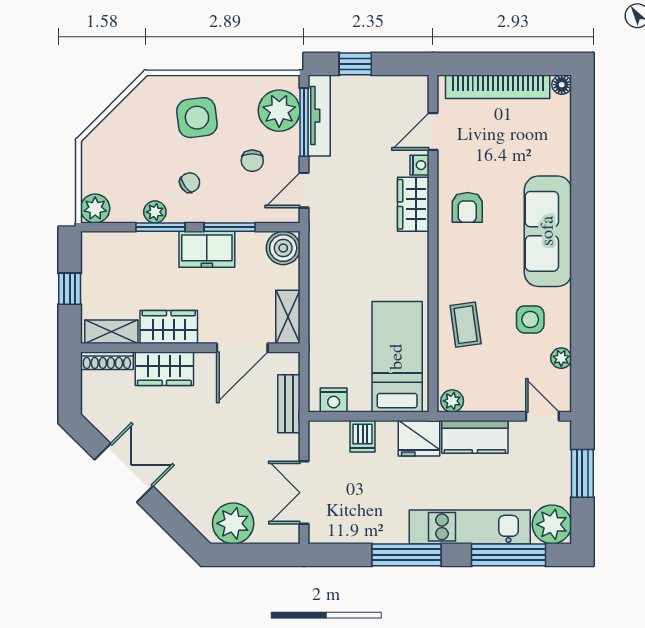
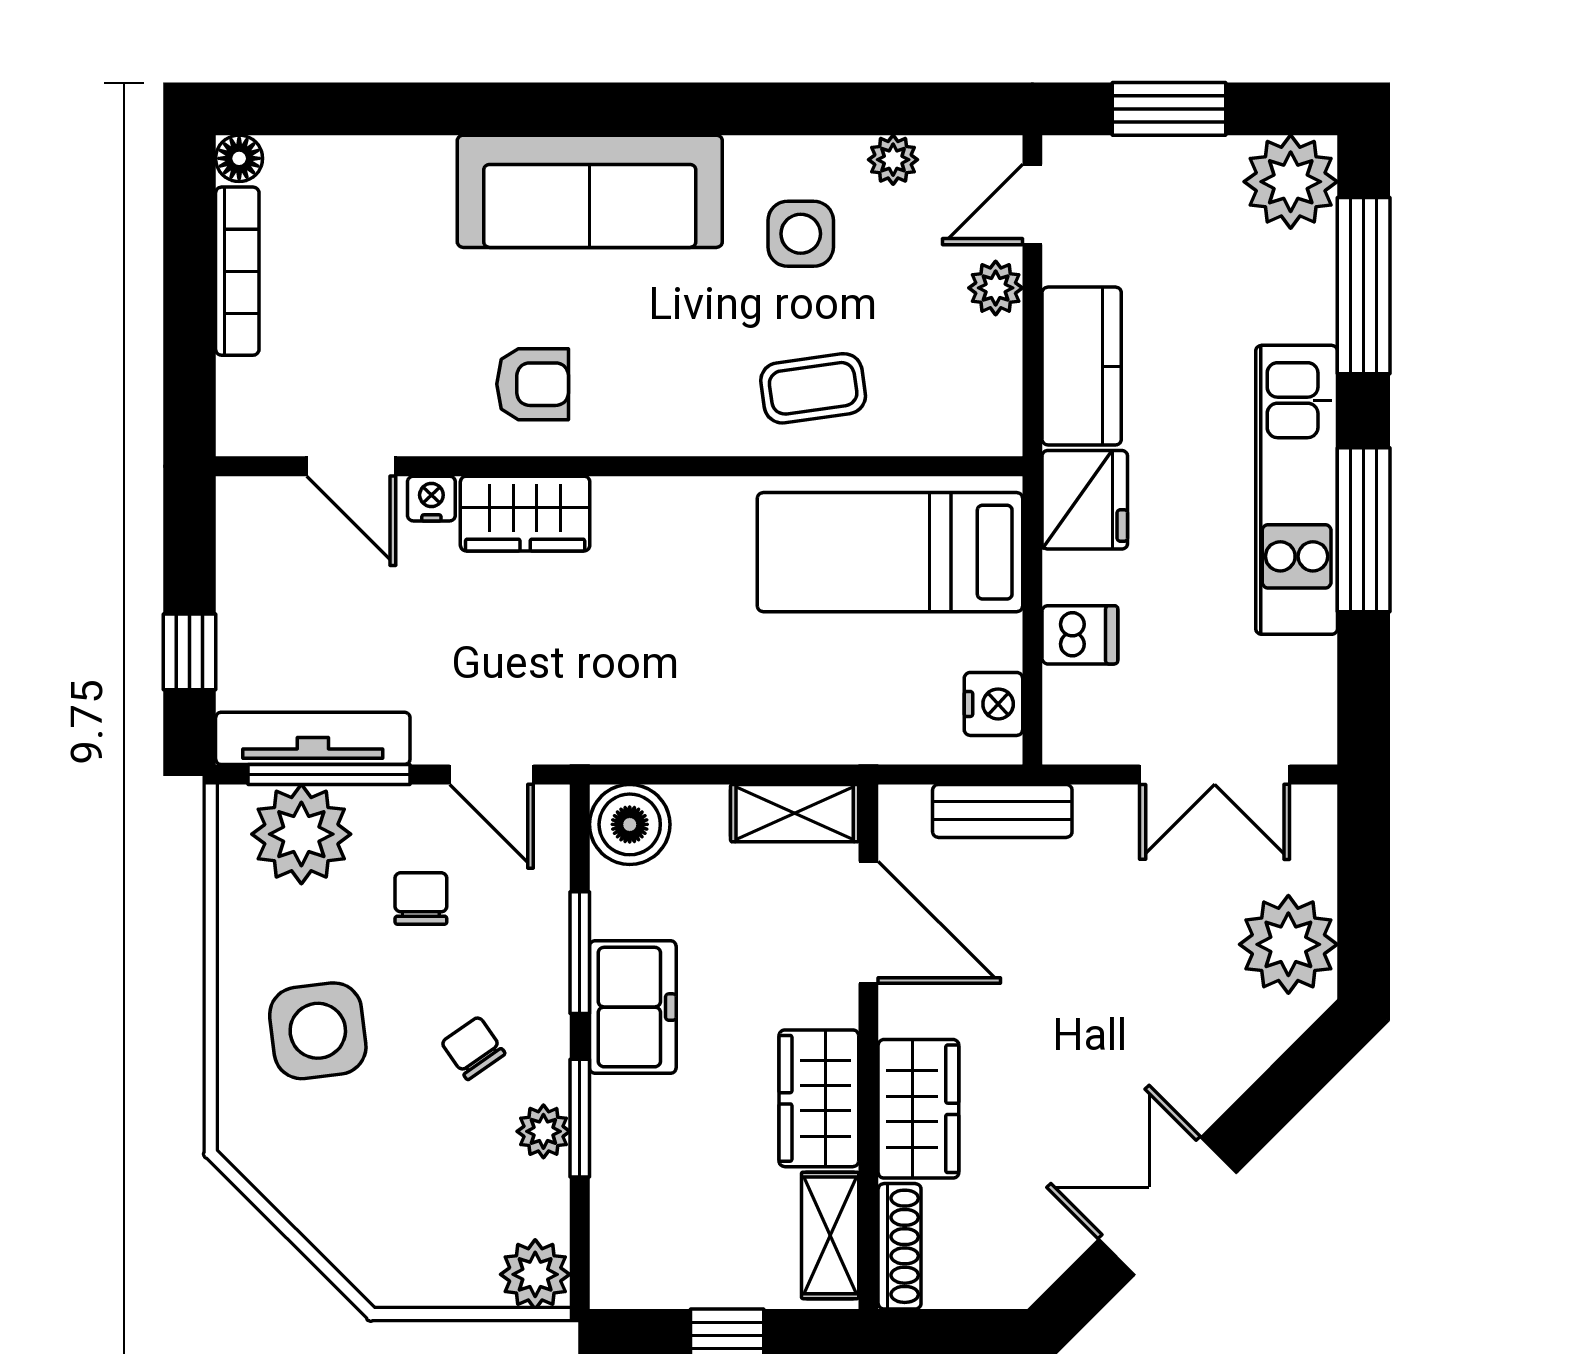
bookcase: (498, 87) -> (237, 271), width x0.68, depth x0.76
chair: (252, 161) -> (421, 898), turned -90
plant: (452, 401) -> (996, 288), moved
kitchen unit: (470, 527) -> (1297, 490), moved

